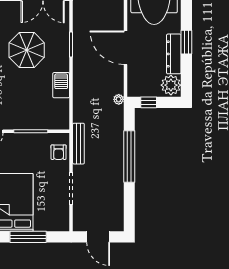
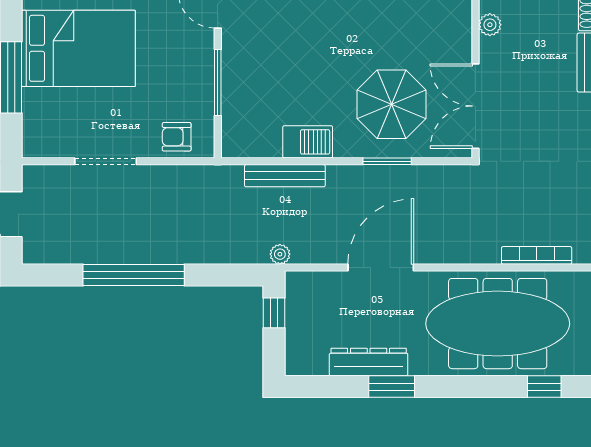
parasol: (27, 50) -> (392, 104), moved
plant: (171, 85) -> (308, 356), removed
bench: (78, 144) -> (285, 176), moved
window: (129, 156) -> (134, 275), moved

